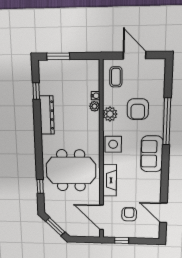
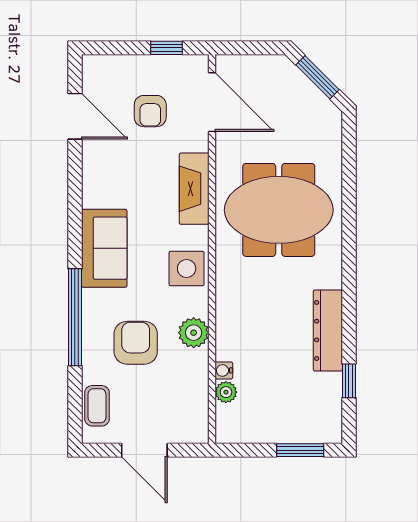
coffee table: (116, 77) -> (97, 406), moved
plant: (95, 106) -> (226, 392), moved
window: (40, 186) -> (349, 172), removed

